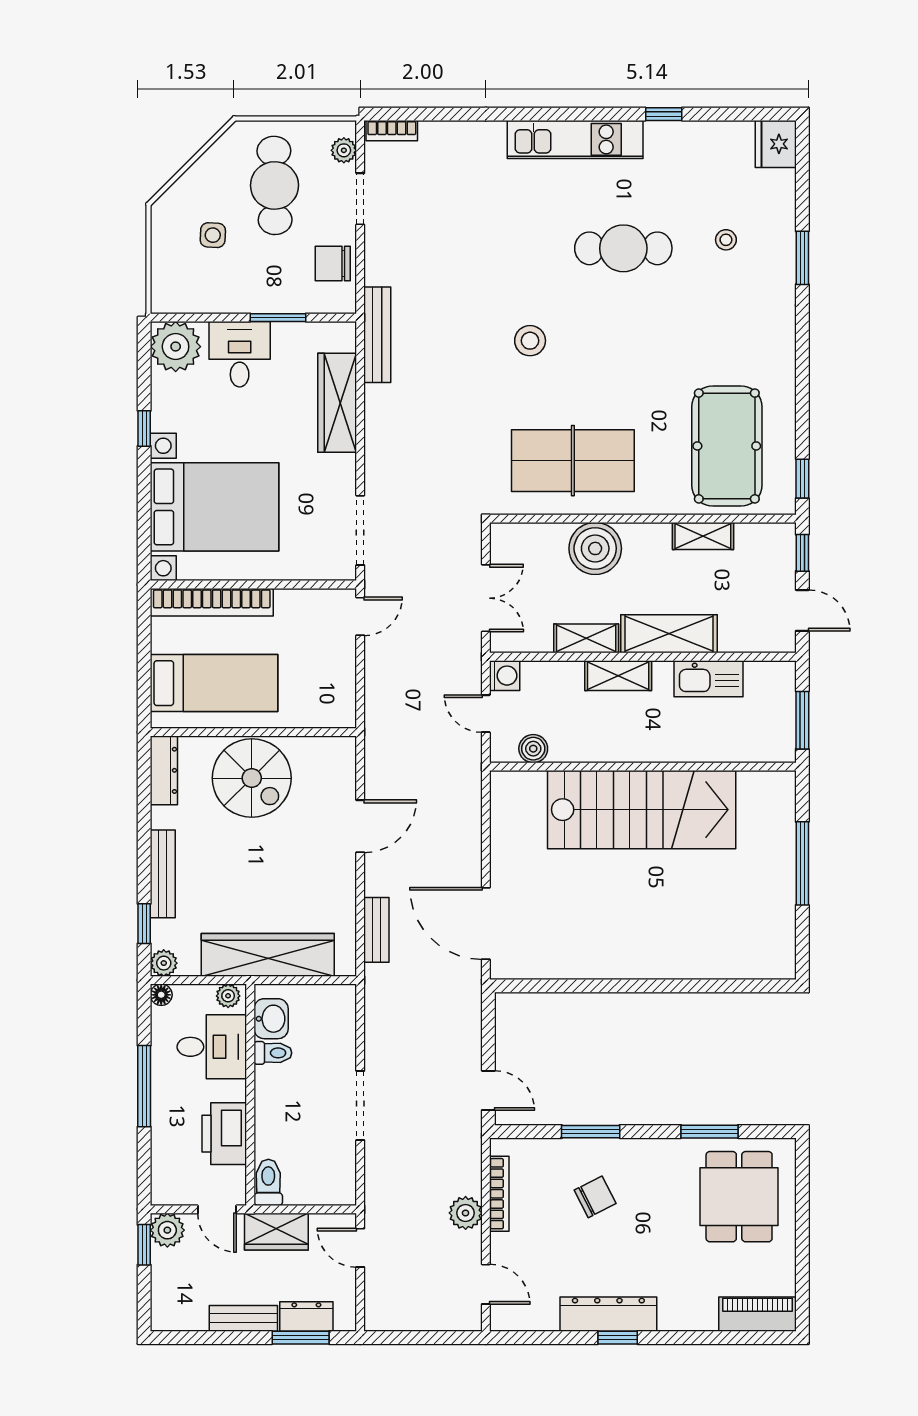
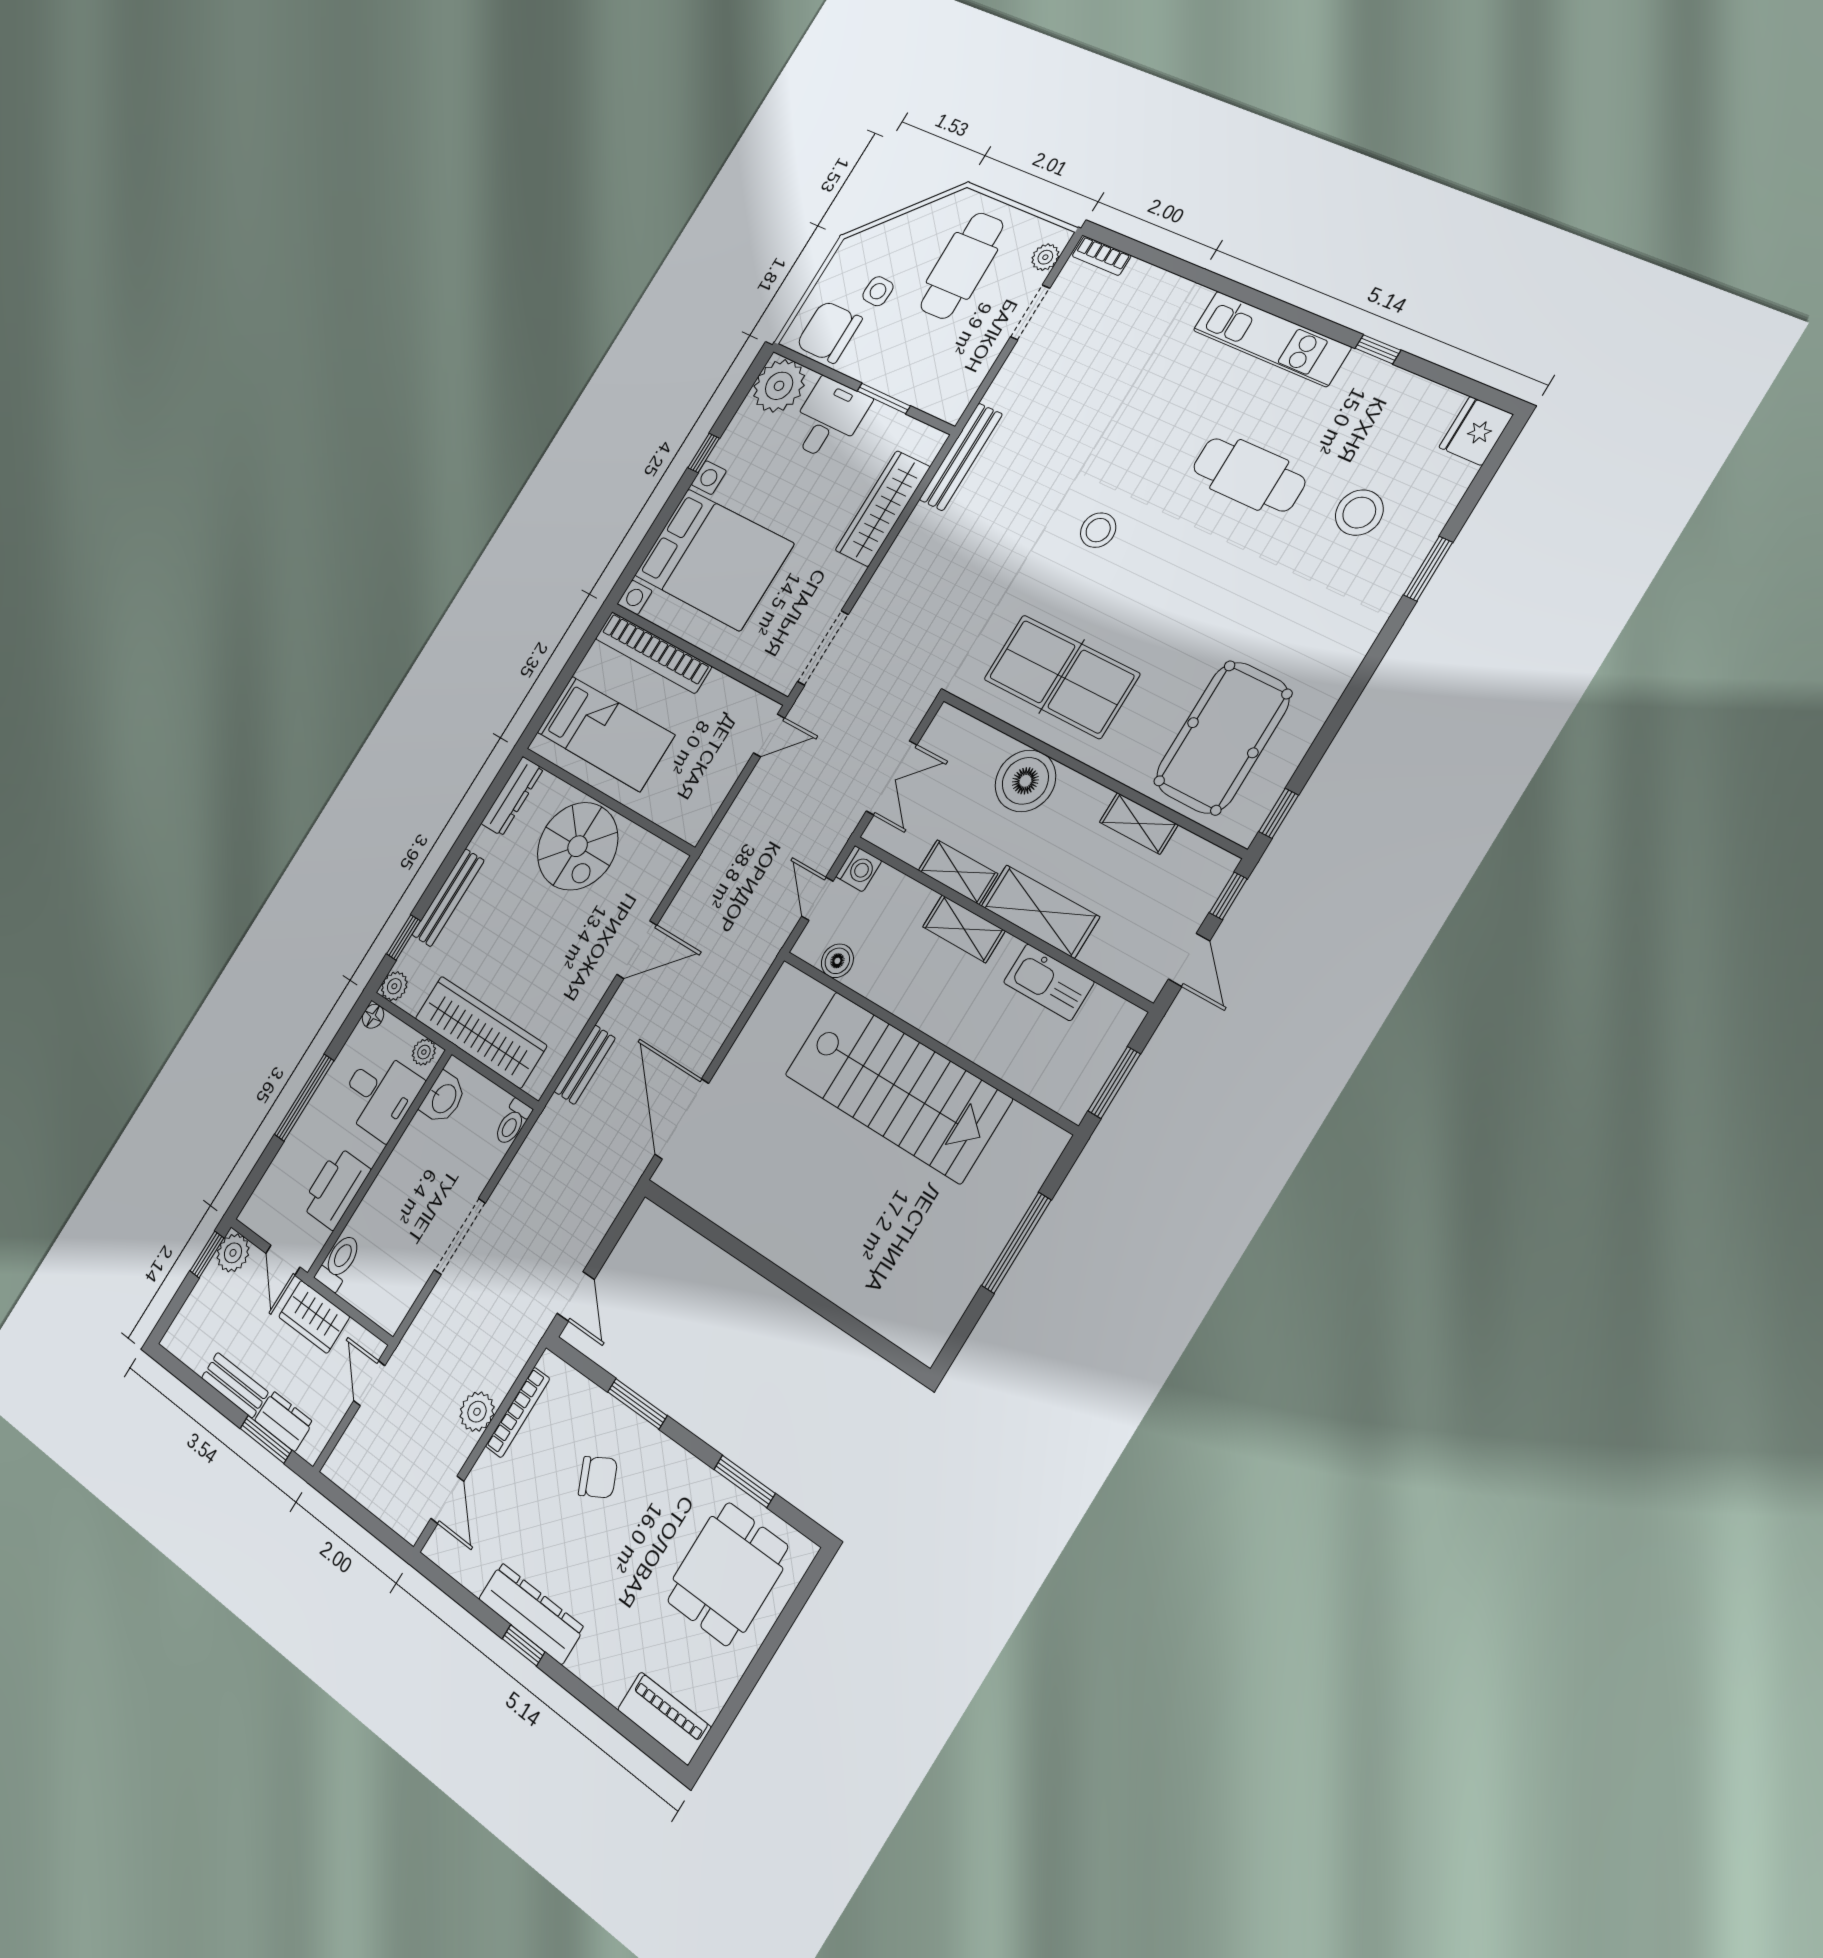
stool: (726, 240) -> (1359, 513), width x1.89, depth x1.89
chair: (333, 263) -> (829, 332), moved, width x1.37, depth x1.37
toilet: (273, 1053) -> (513, 1122), moved, turned 90

